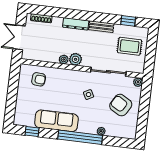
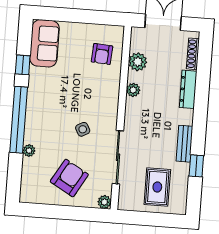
window: (128, 21) -> (196, 166), moved
dresser: (76, 24) -> (188, 89), moved
plant: (75, 59) -> (138, 62), moved
sofa: (56, 121) -> (44, 43), moved, width x0.73
window: (32, 131) -> (23, 65), moved

